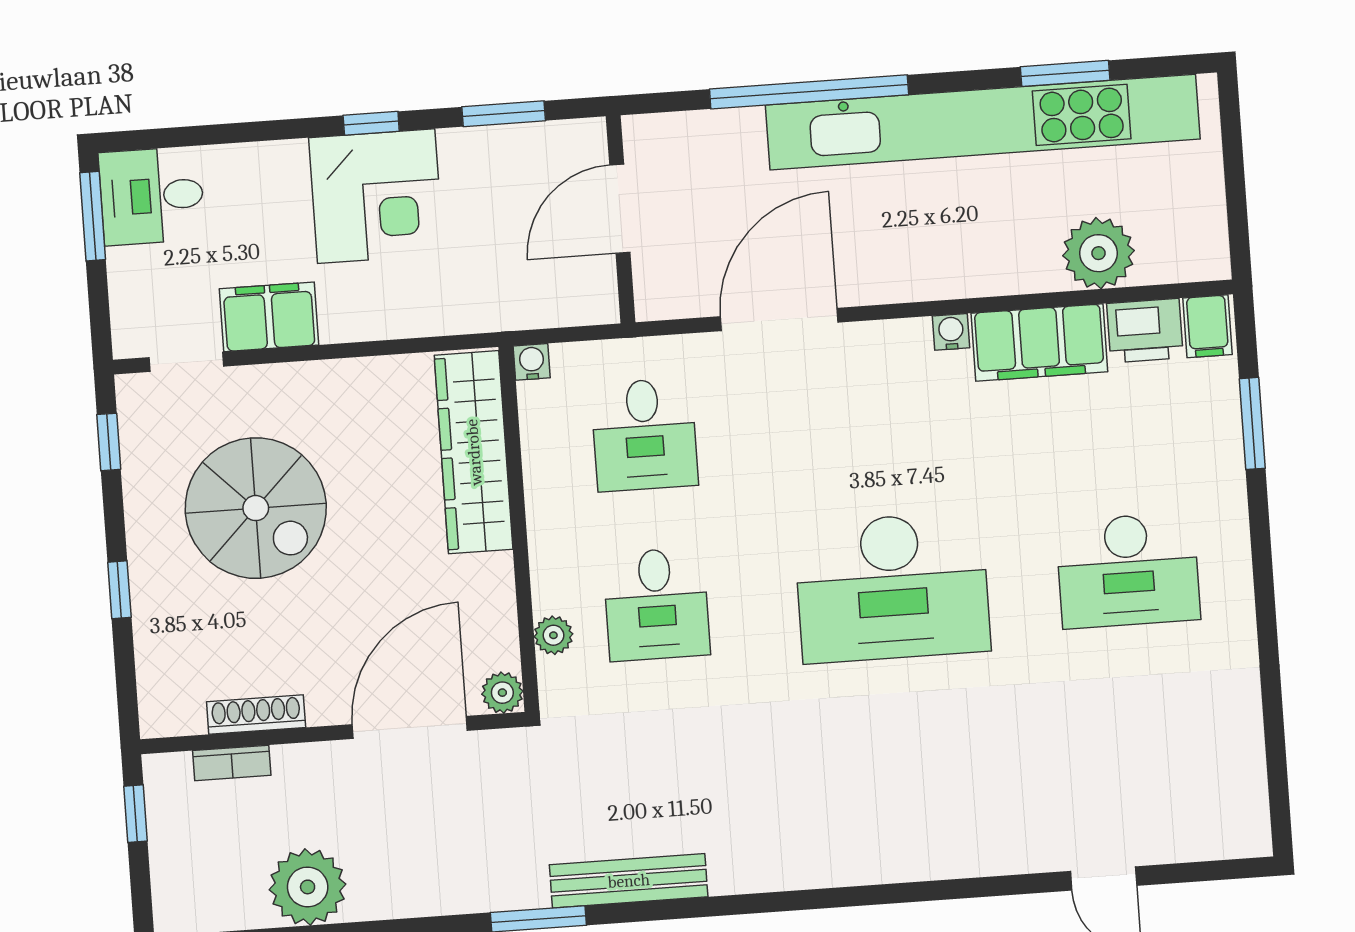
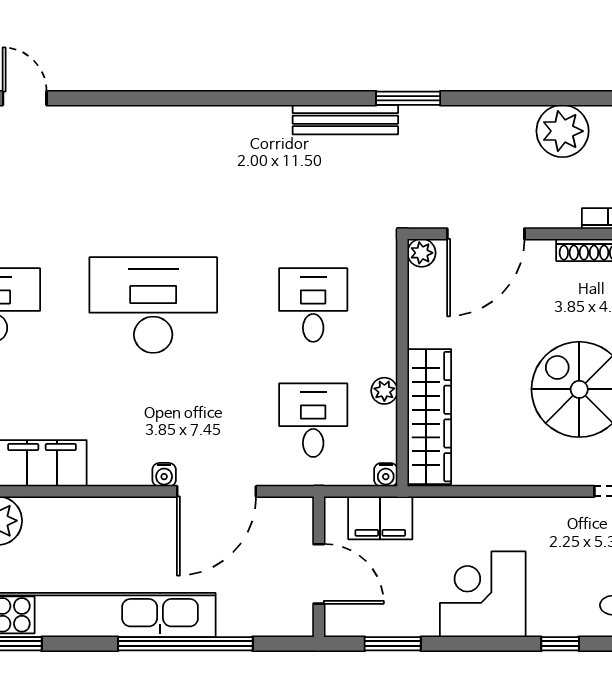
window: (371, 123) -> (560, 644), moved
door: (620, 209) -> (319, 574), hinge flipped
filing cabinet: (269, 317) -> (380, 518), moved
water cooler: (951, 332) -> (164, 475), moved
plant: (553, 635) -> (384, 391), moved

